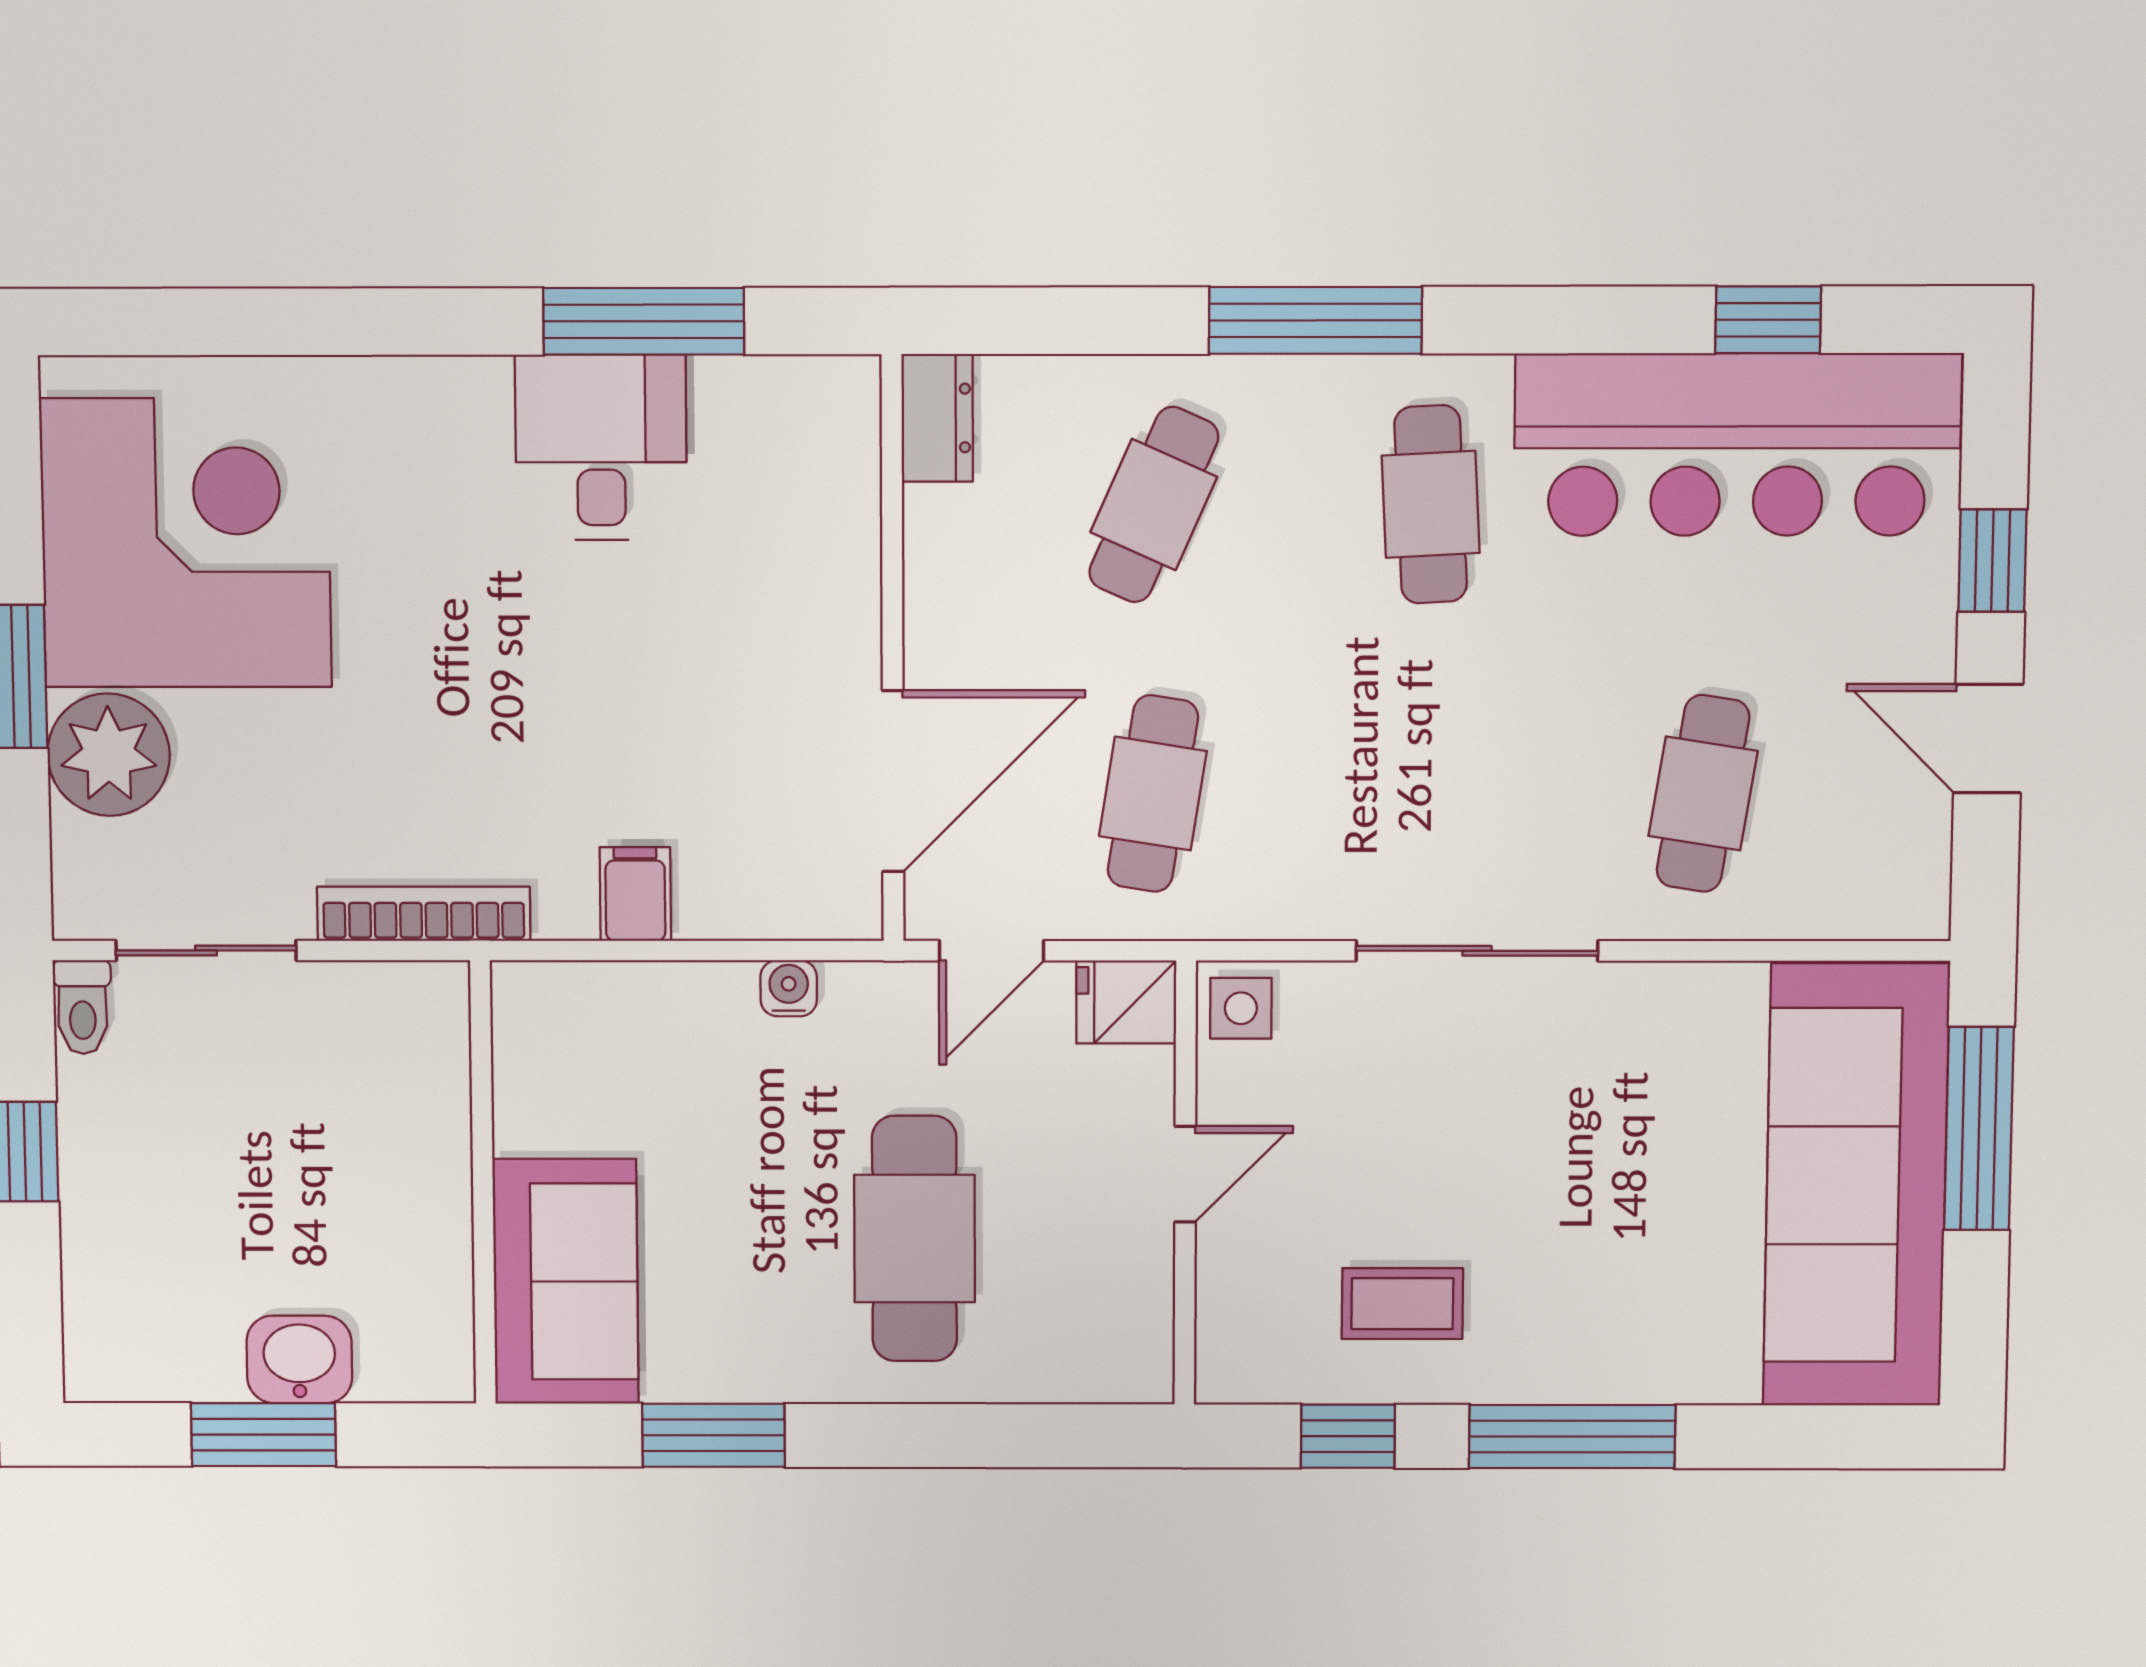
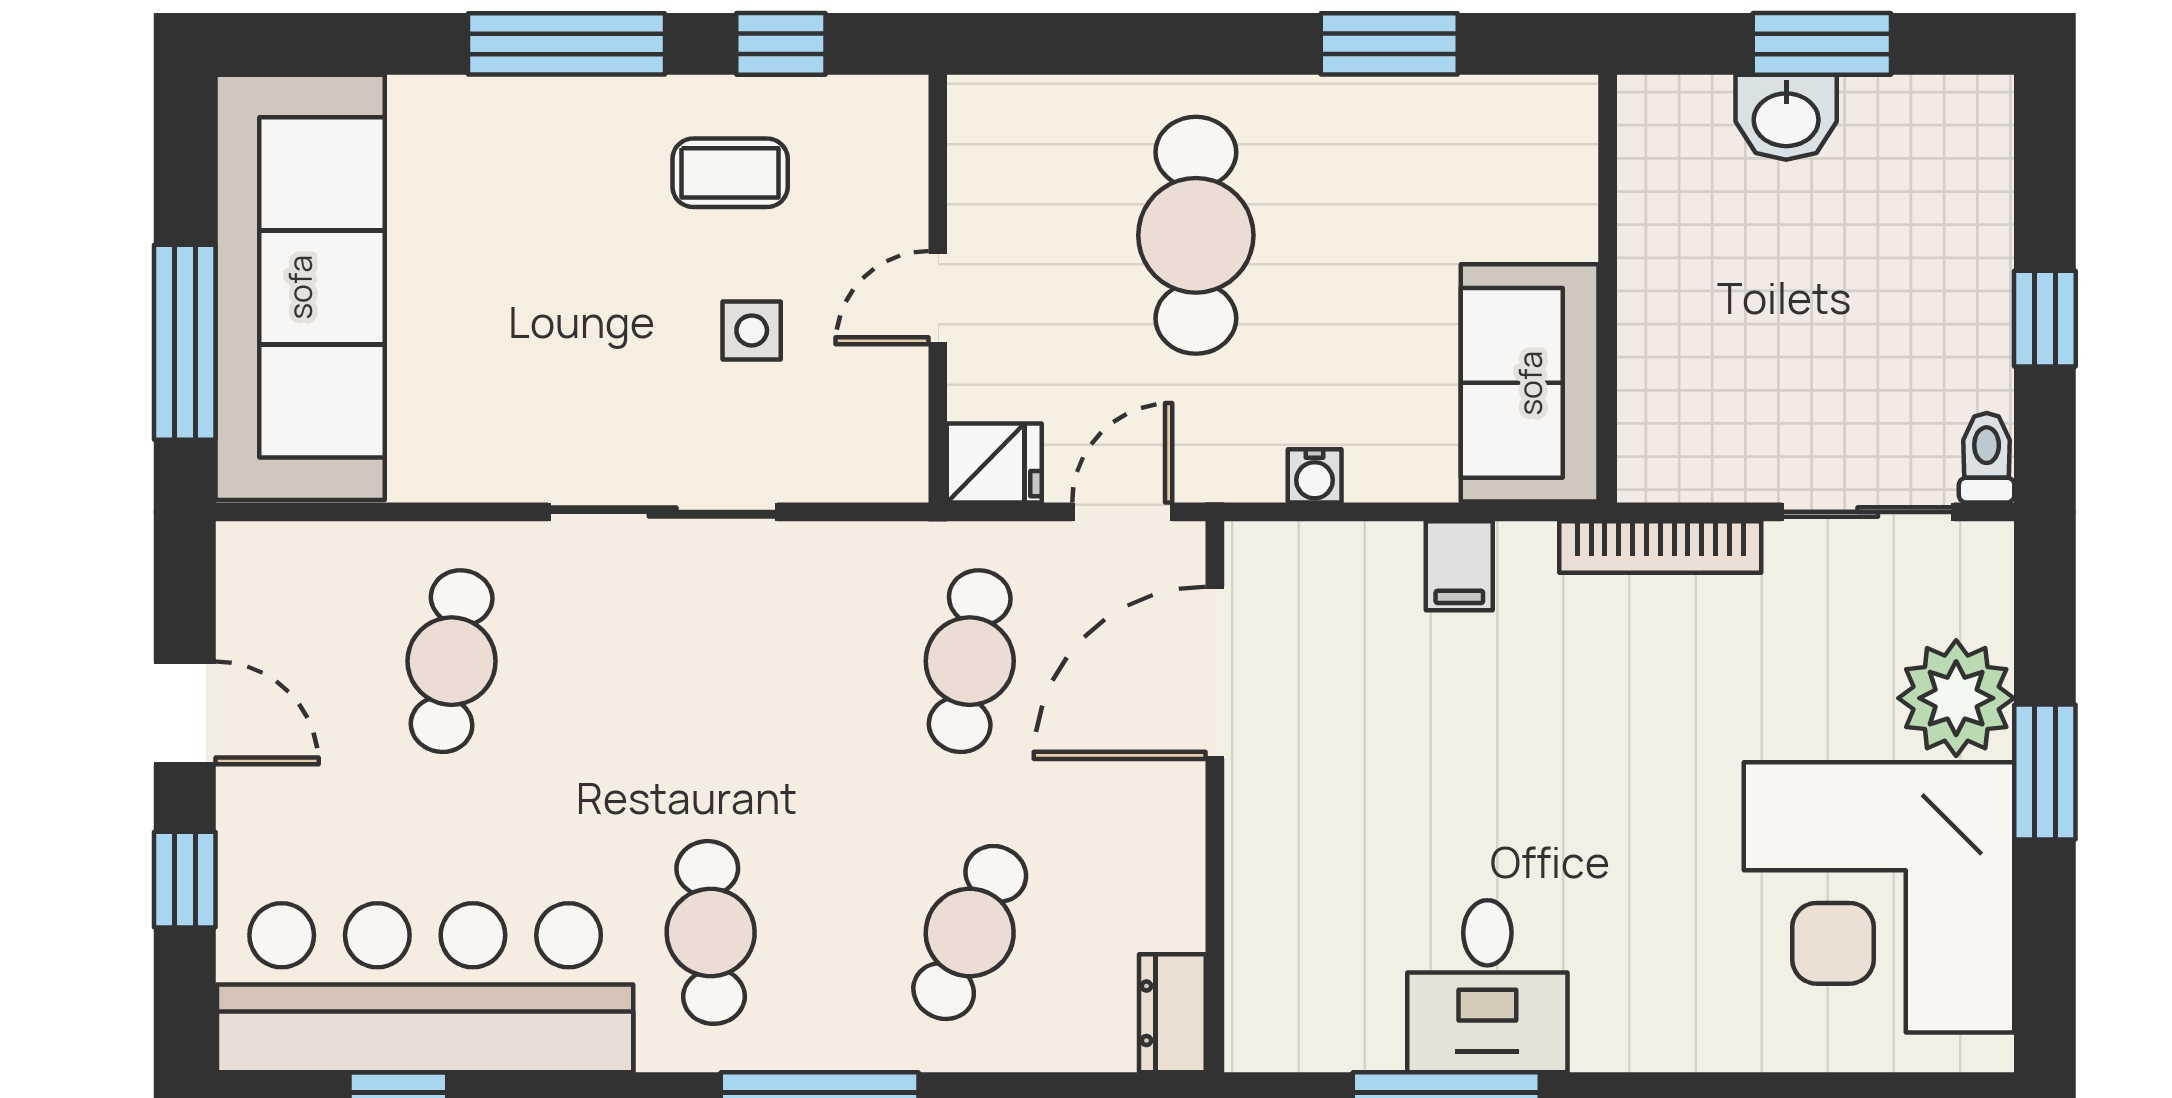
side table: (1241, 1008) -> (752, 330), moved
sofa: (566, 1282) -> (1530, 383), moved

